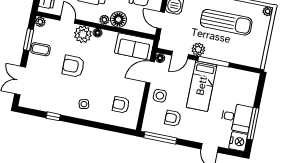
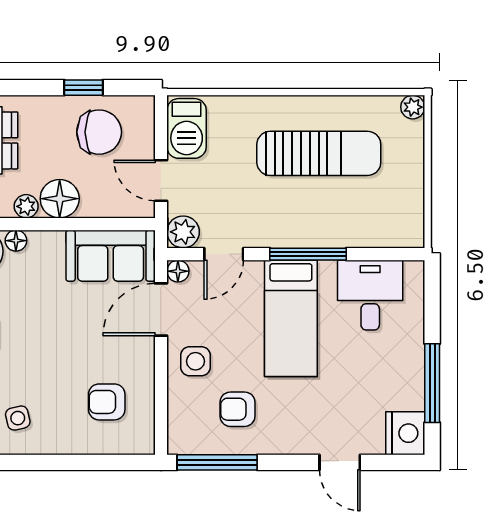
plant: (198, 49) -> (183, 232), moved
desk: (237, 118) -> (370, 295), moved, turned -90

